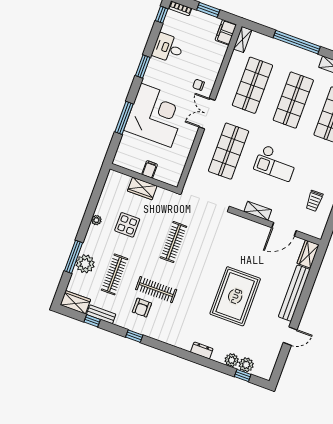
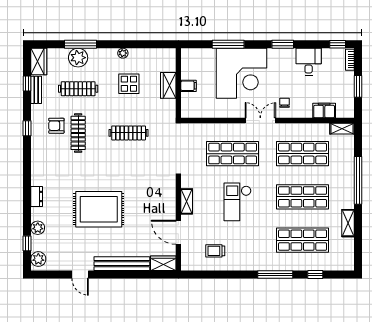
filing cabinet: (226, 32) -> (324, 111), moved
plant: (246, 365) -> (38, 259), moved

